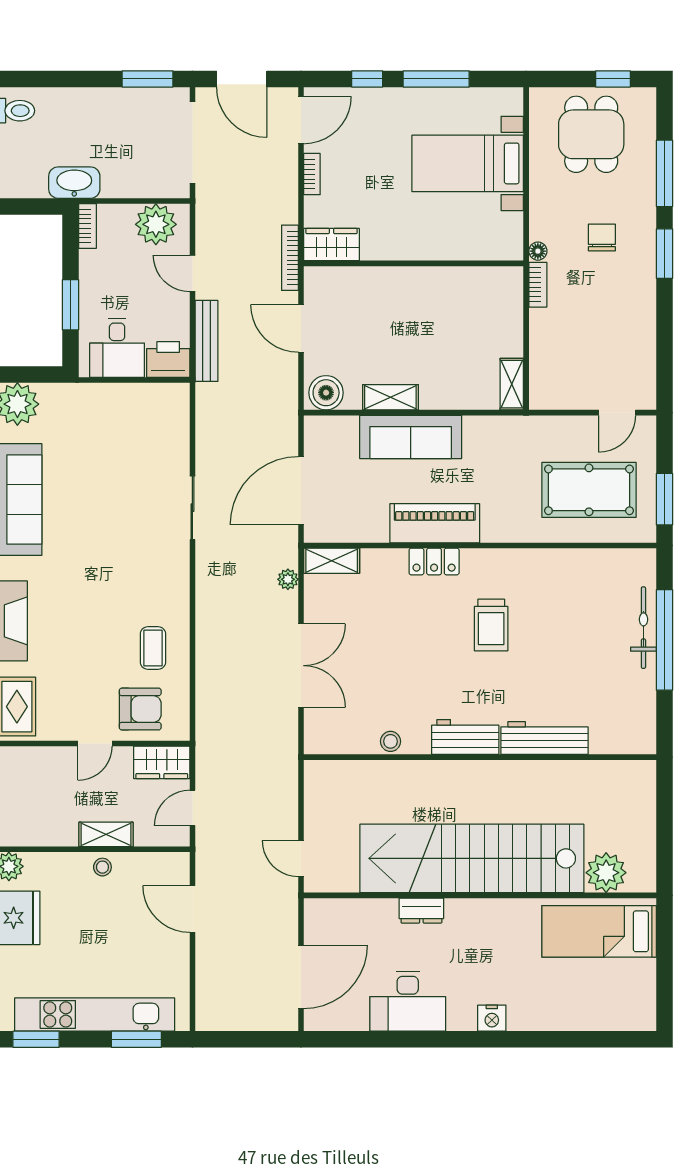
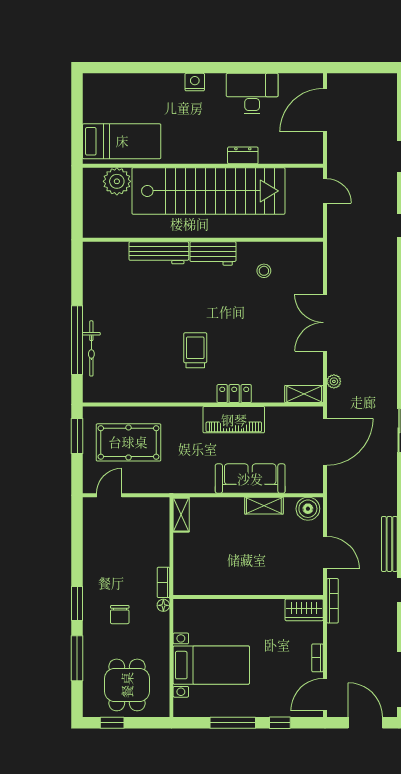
workbench: (465, 737) -> (213, 253), moved
workbench: (545, 738) -> (159, 253), moved
wall: (480, 757) -> (203, 240), moved

